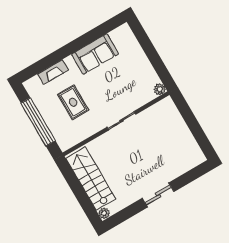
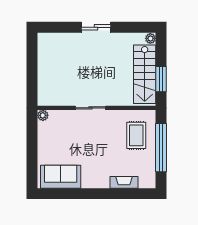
sofa: (95, 54) -> (61, 177), moved
rug: (73, 102) -> (136, 135), moved
window: (74, 183) -> (161, 79), added

